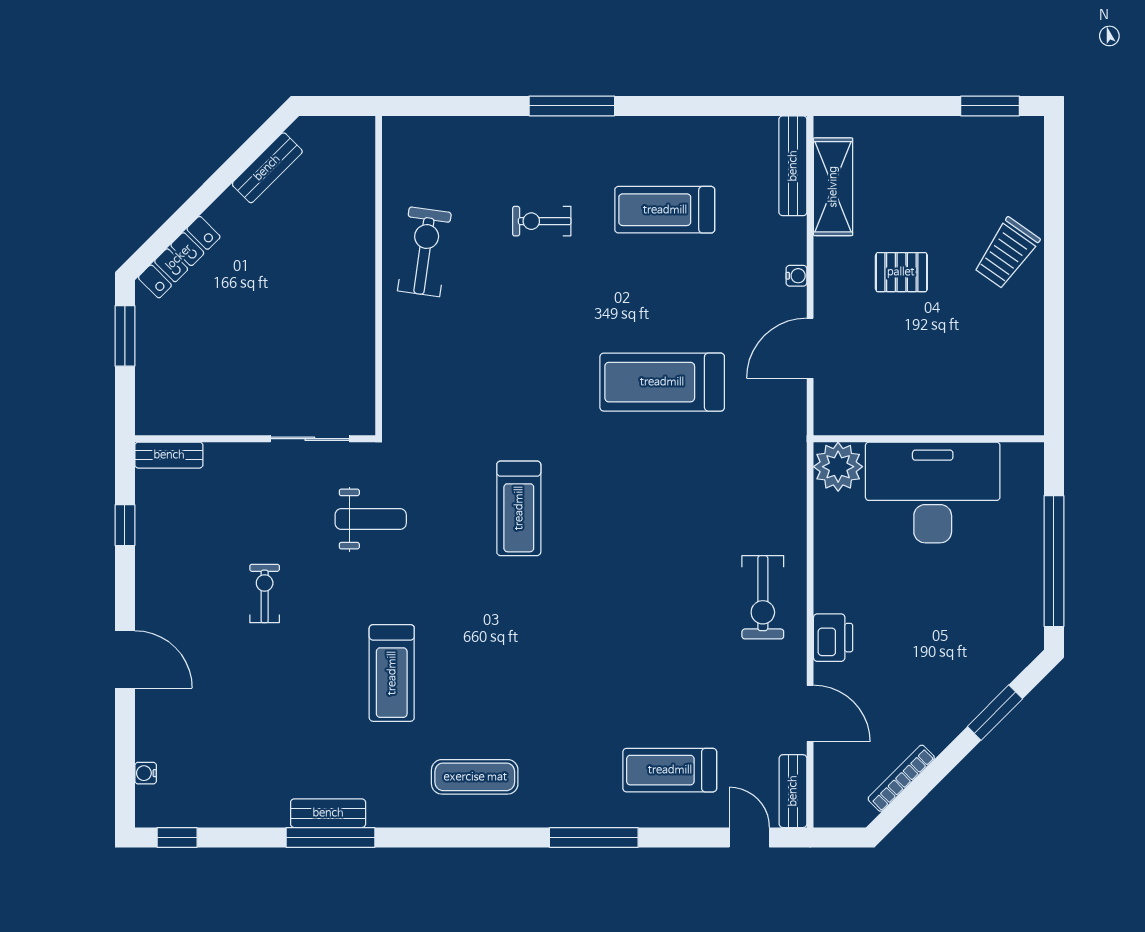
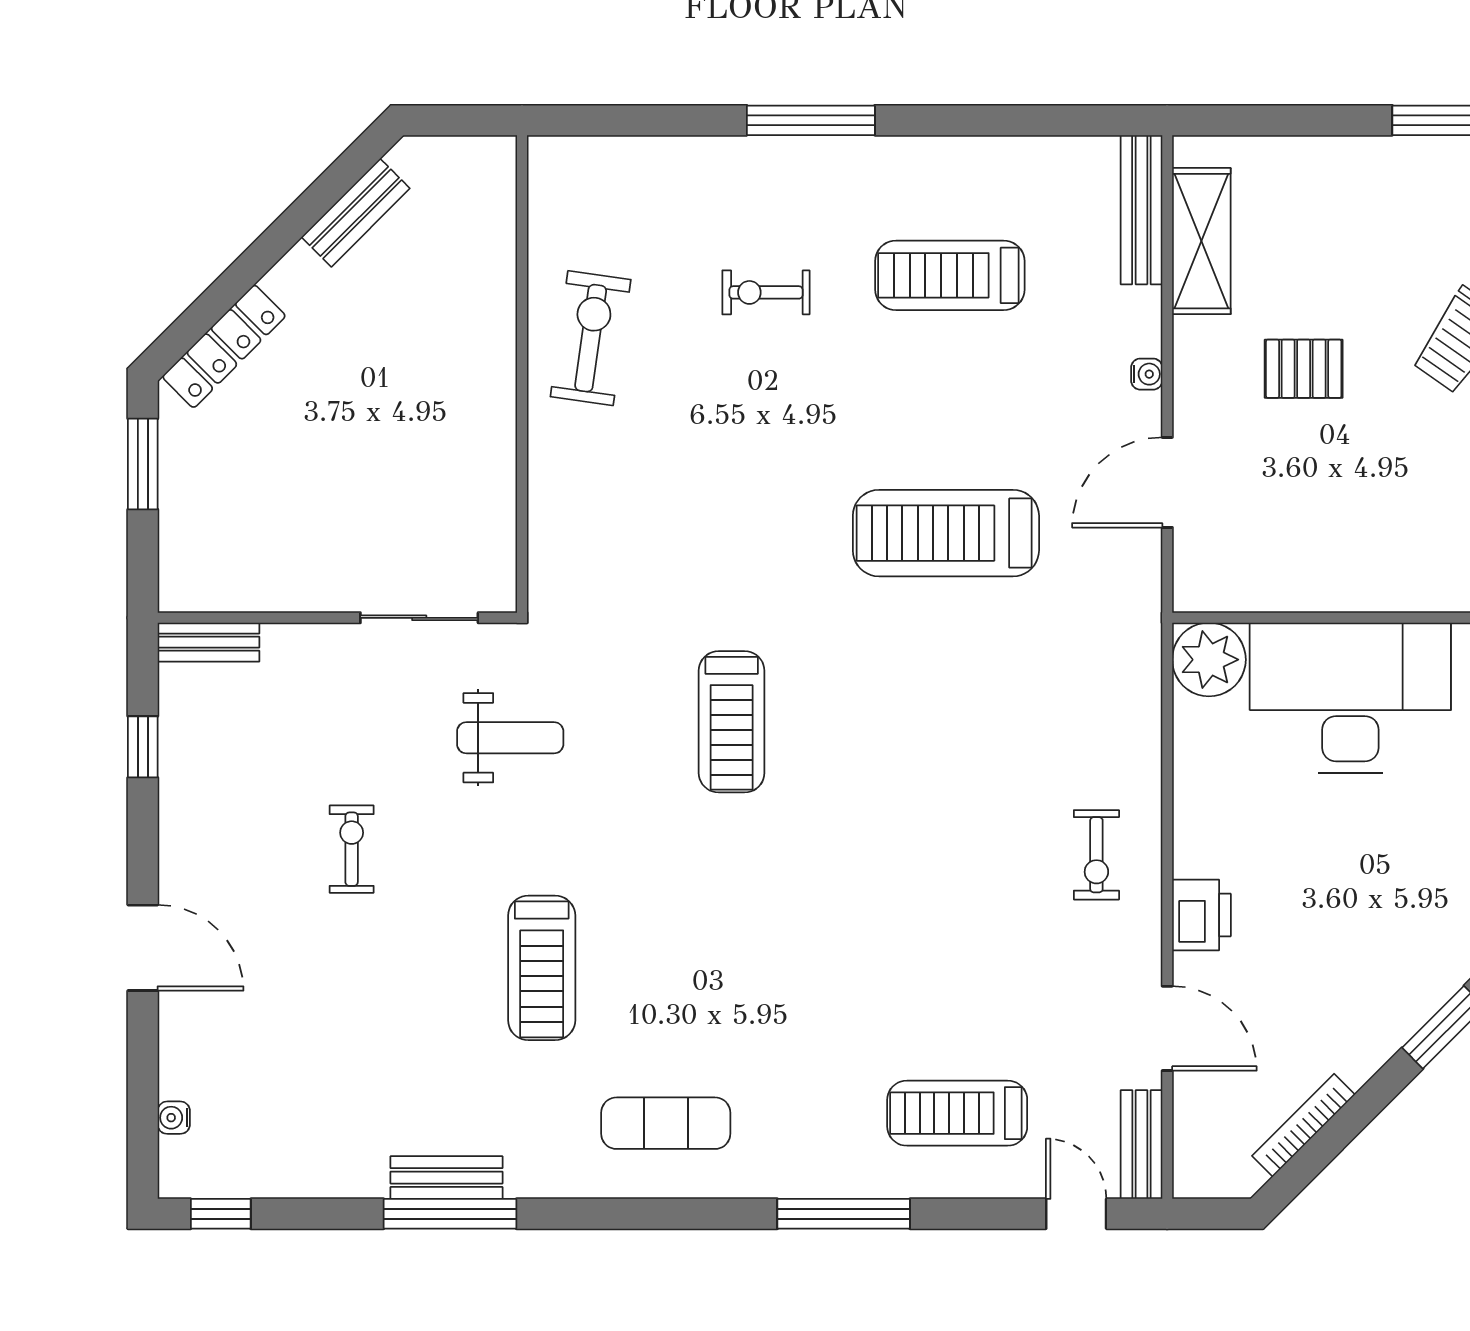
exercise bike: (763, 597) -> (1096, 855), width x0.73, depth x0.72

